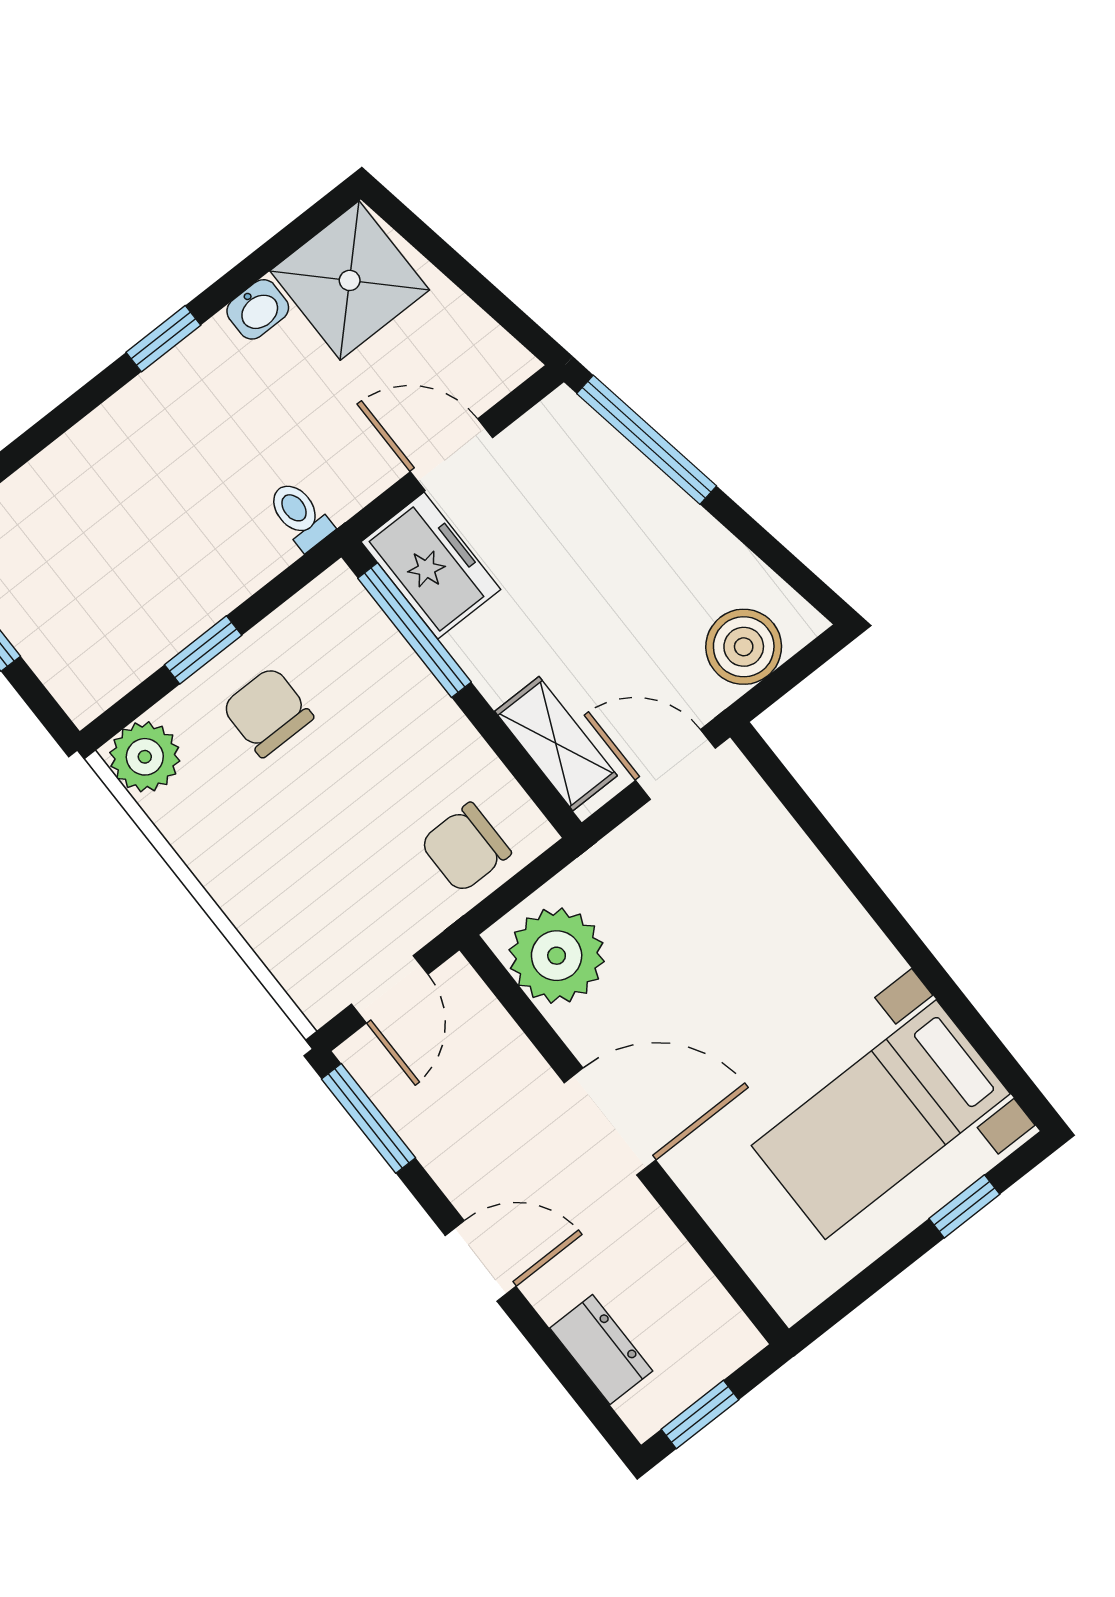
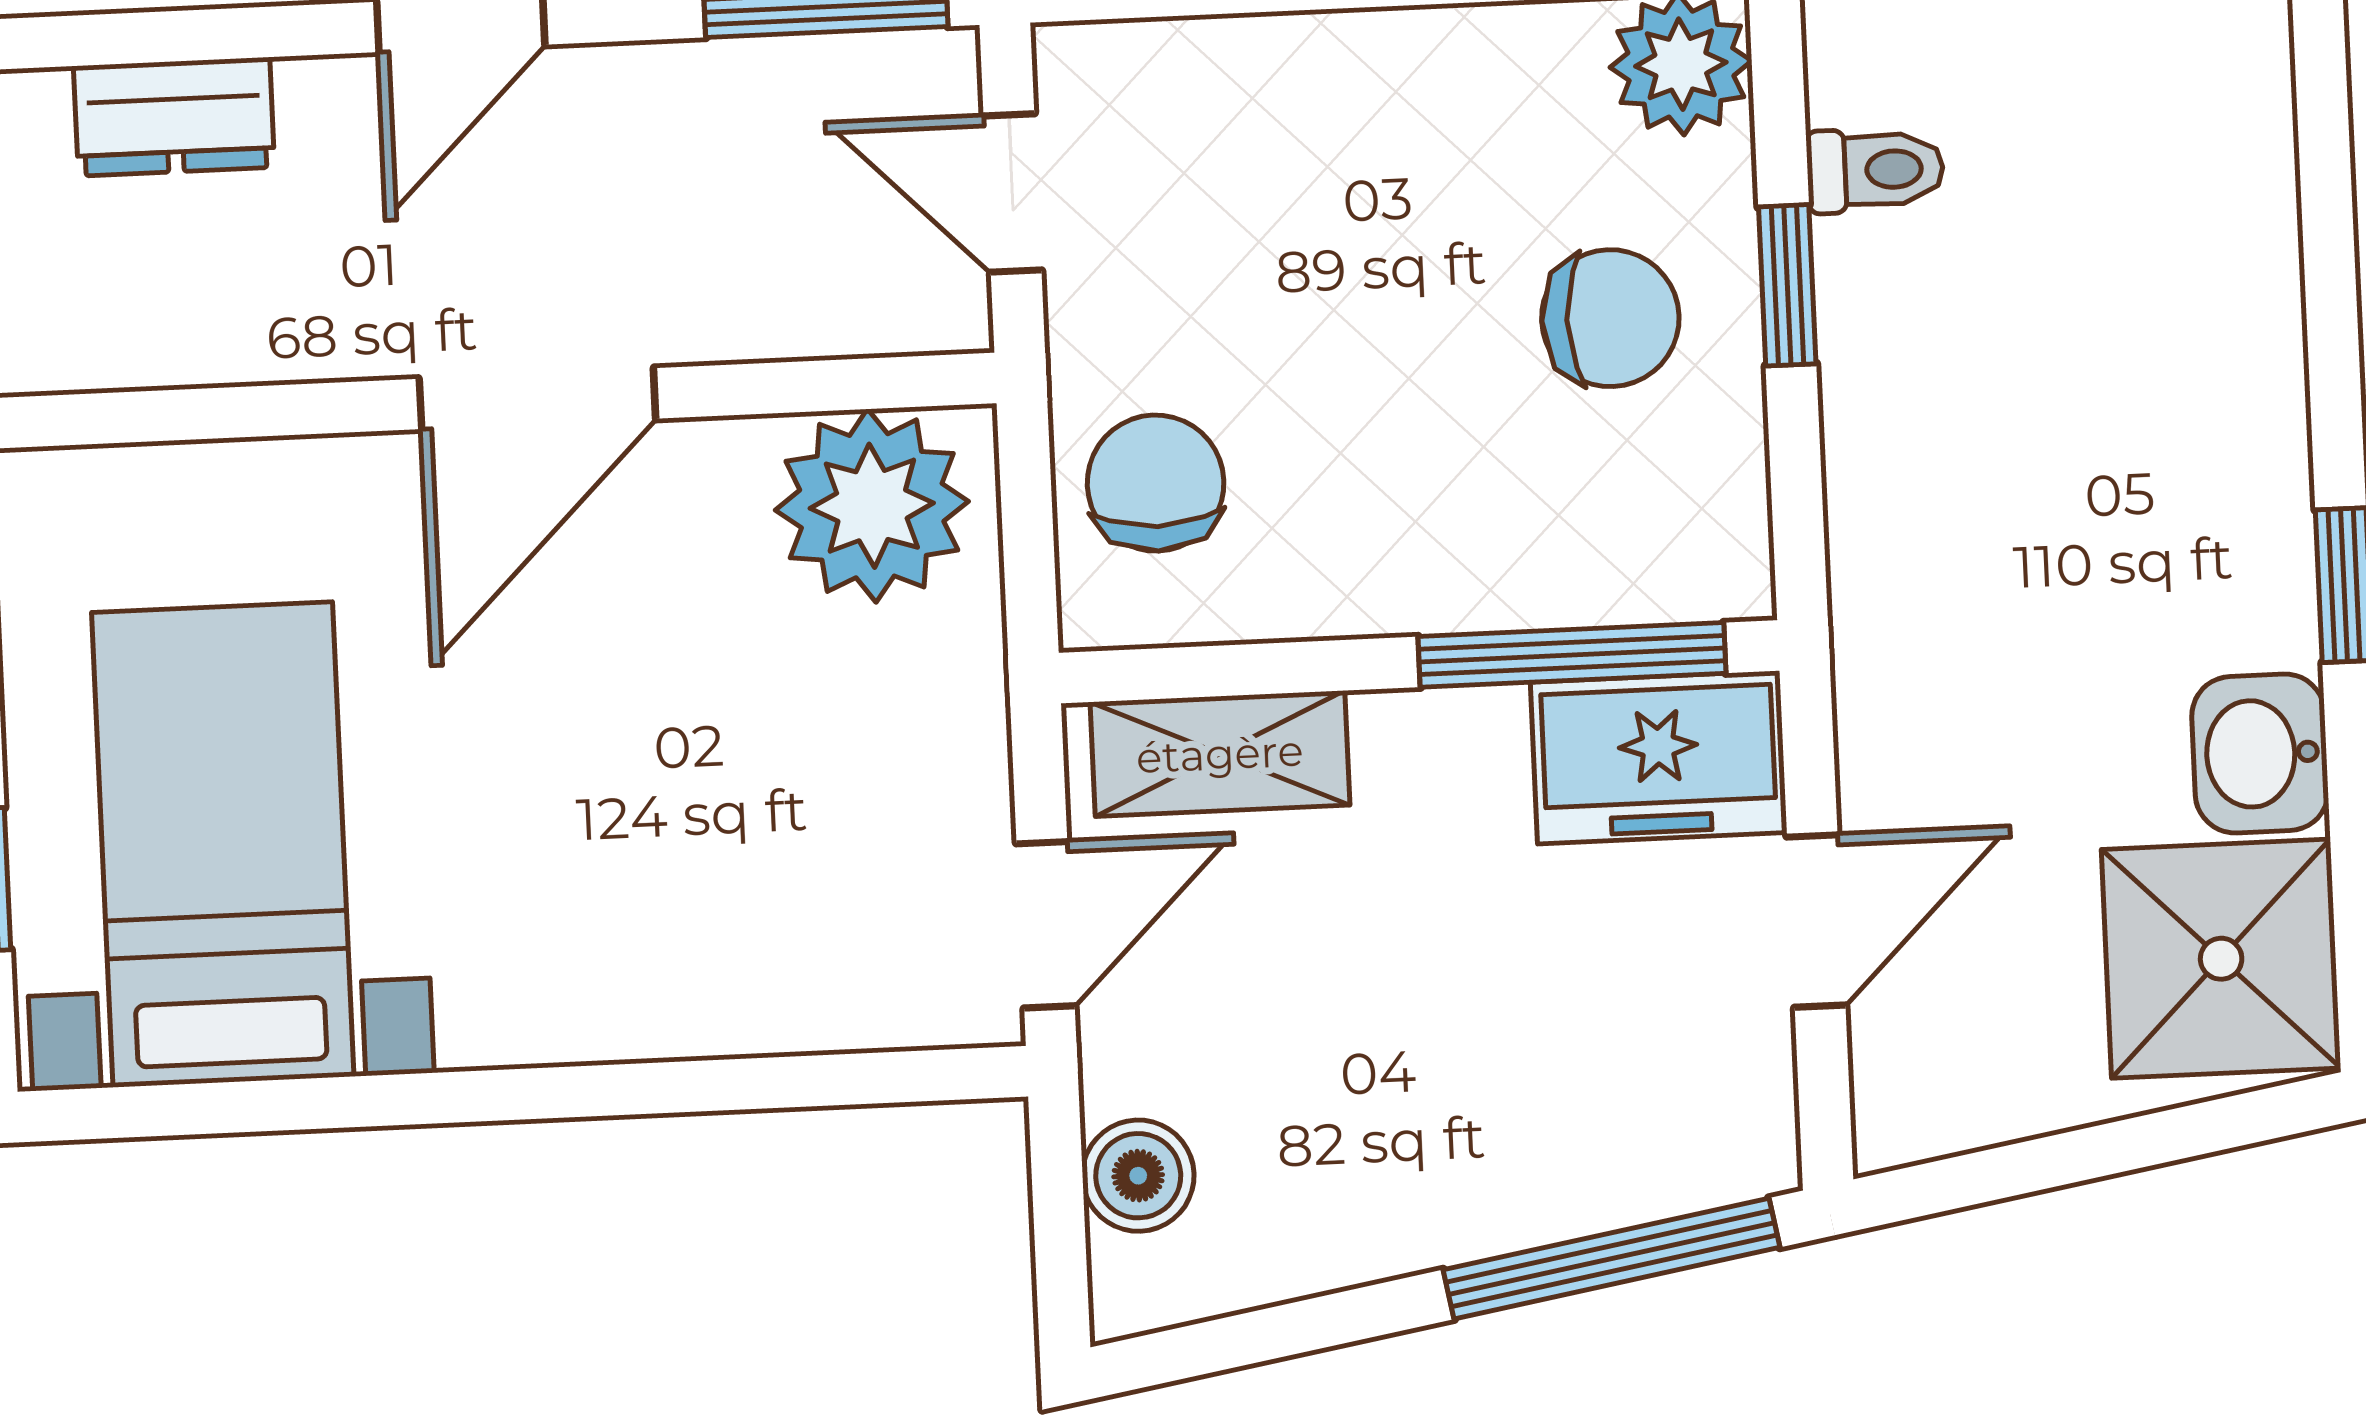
washbasin: (258, 309) -> (2260, 753), width x1.38, depth x1.45
toilet: (300, 515) -> (1875, 170), moved
boiler: (744, 647) -> (1138, 1176), width x0.73, depth x0.73

